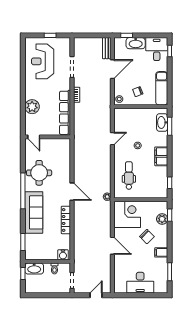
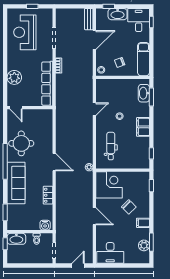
plant: (162, 219) -> (144, 245), moved
locker: (66, 220) -> (48, 195), width x0.66
desk: (140, 283) -> (110, 253), moved

